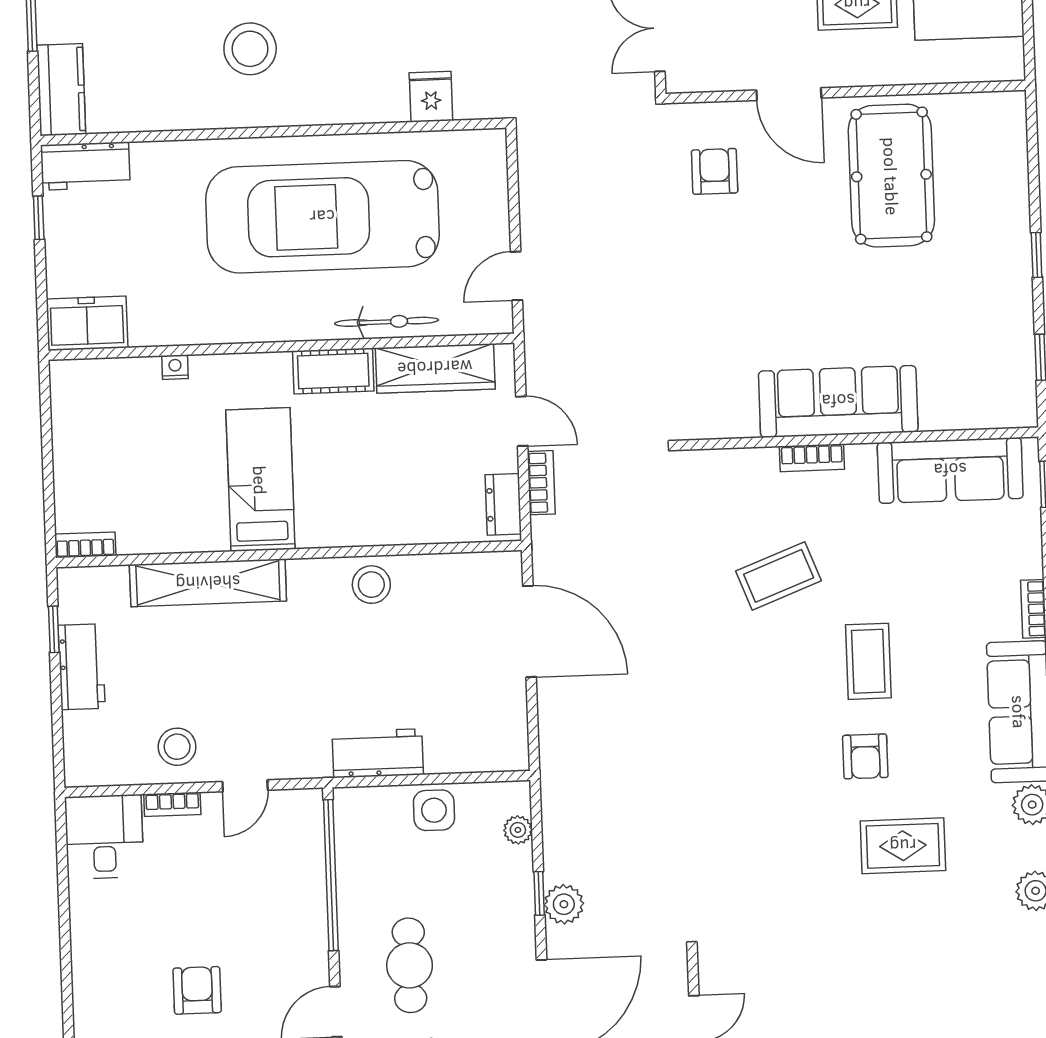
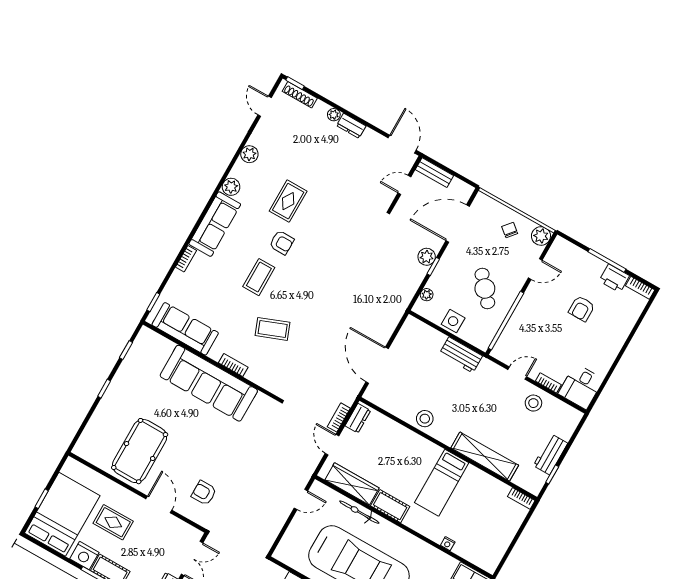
armchair: (715, 171) -> (204, 493), turned 90
sofa: (838, 401) -> (209, 383), width x1.36, depth x1.27
armchair: (865, 756) -> (282, 243), turned 90
rug: (903, 846) -> (288, 201), turned 90
cafe table: (409, 965) -> (485, 289), moved, turned -41

